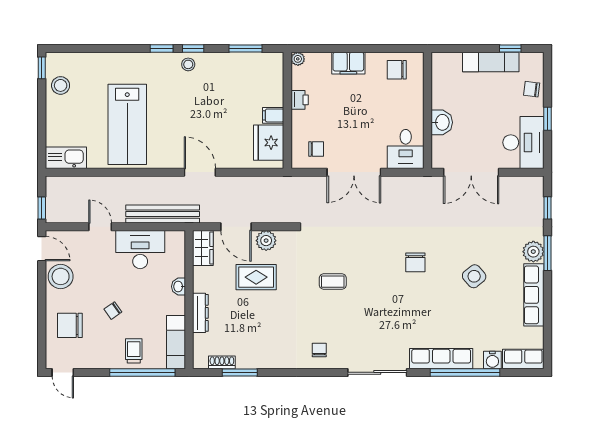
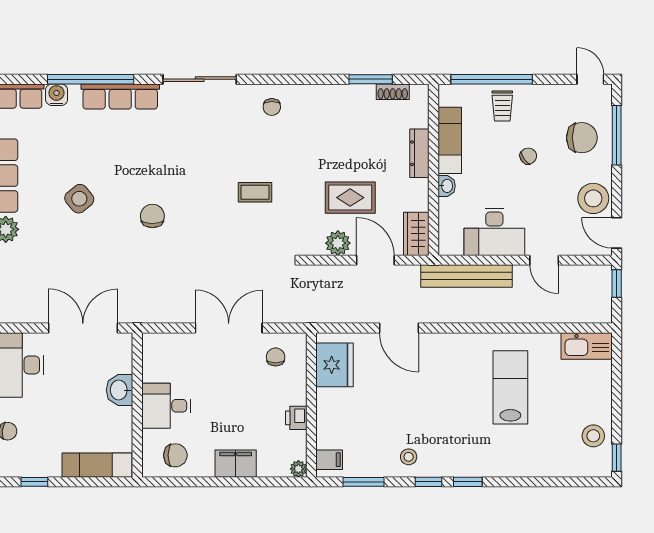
exam couch: (491, 62) -> (97, 465), moved
stool: (188, 64) -> (409, 457), moved
filing cabinet: (273, 115) -> (329, 460), moved
lab bench: (127, 124) -> (510, 387), width x0.73, depth x0.72
chair: (316, 149) -> (276, 357), turned 90
desk: (406, 149) -> (166, 406), moved, turned -90
door: (200, 172) -> (399, 328), moved
window: (42, 327) -> (617, 135), added
exam couch: (176, 342) -> (450, 140), moved

